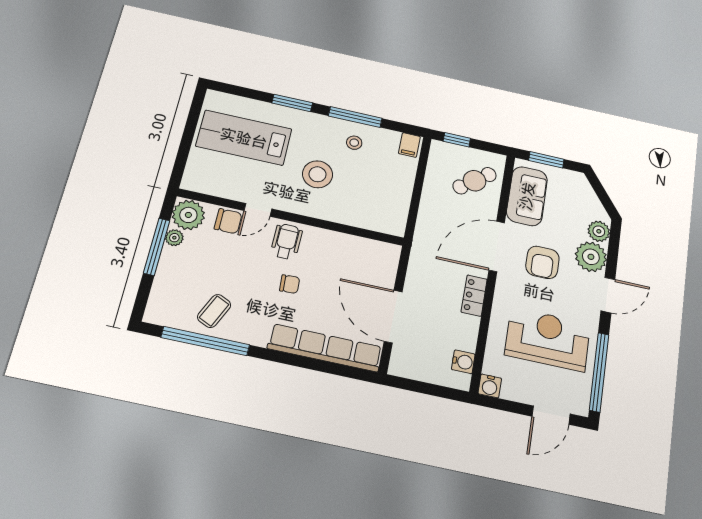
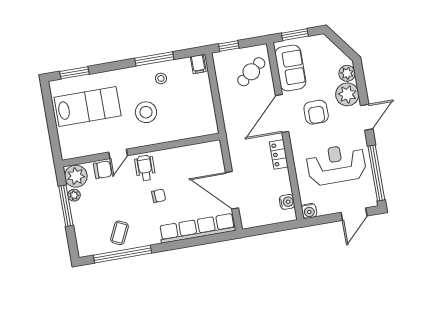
window: (292, 103) -> (74, 73), moved
lab bench: (244, 138) -> (88, 106), turned 180

